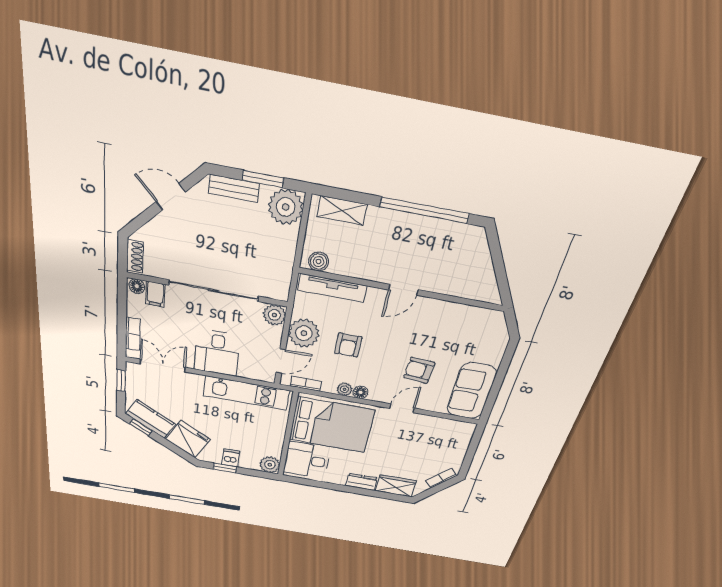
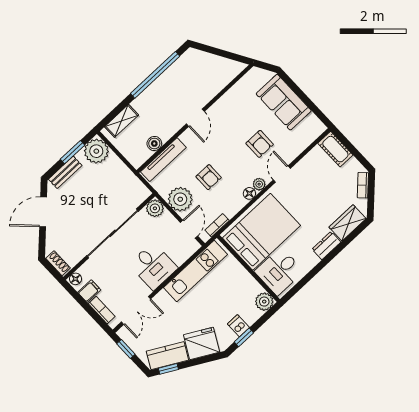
door: (171, 197) -> (43, 212), width x1.38
boiler: (319, 262) -> (154, 144), moved
filing cabinet: (155, 294) -> (89, 291), moved, turned -90
double door: (163, 366) -> (136, 310), swing flipped
armchair: (419, 370) -> (260, 144), turned -94
plant: (344, 389) -> (259, 184), moved
sofa: (471, 391) -> (284, 102), moved
cot: (461, 438) -> (335, 149), added

